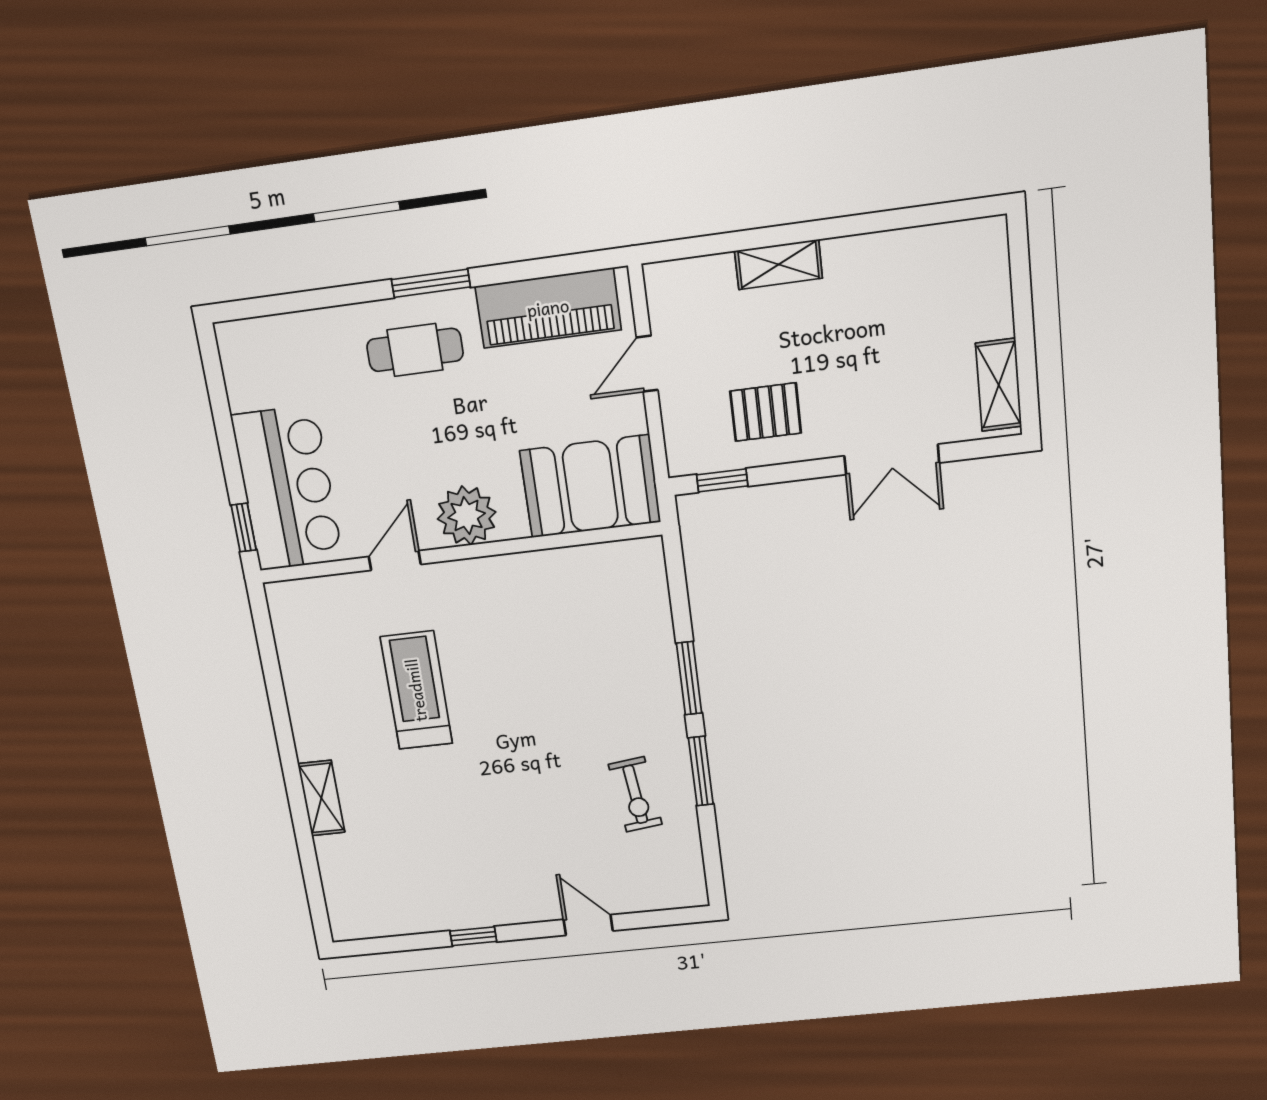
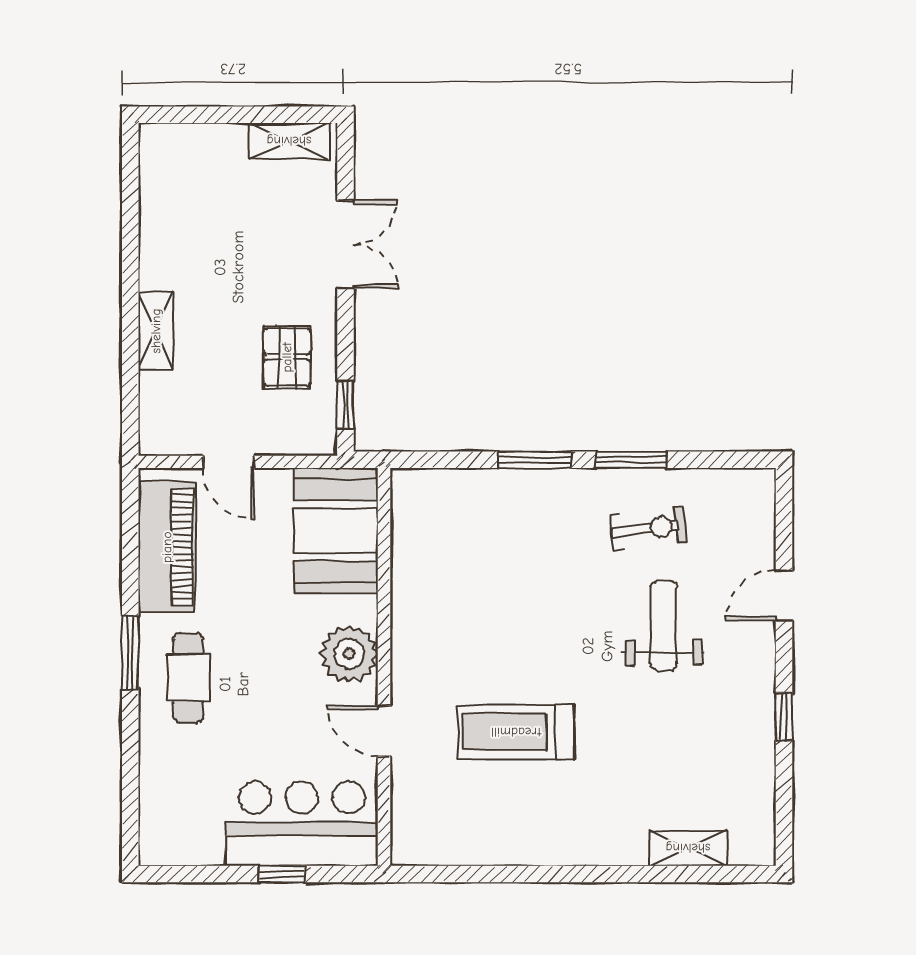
window: (244, 528) -> (282, 874), moved
shelving: (321, 798) -> (688, 848), moved
weight bench: (543, 819) -> (664, 626), added

